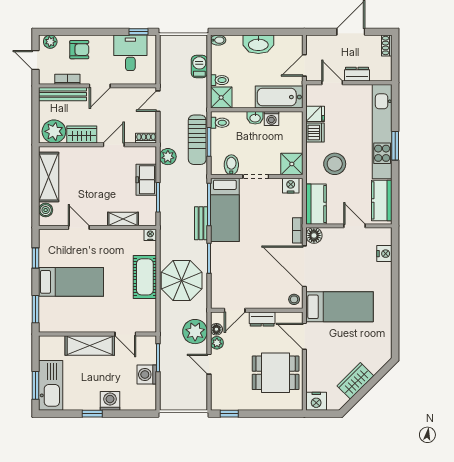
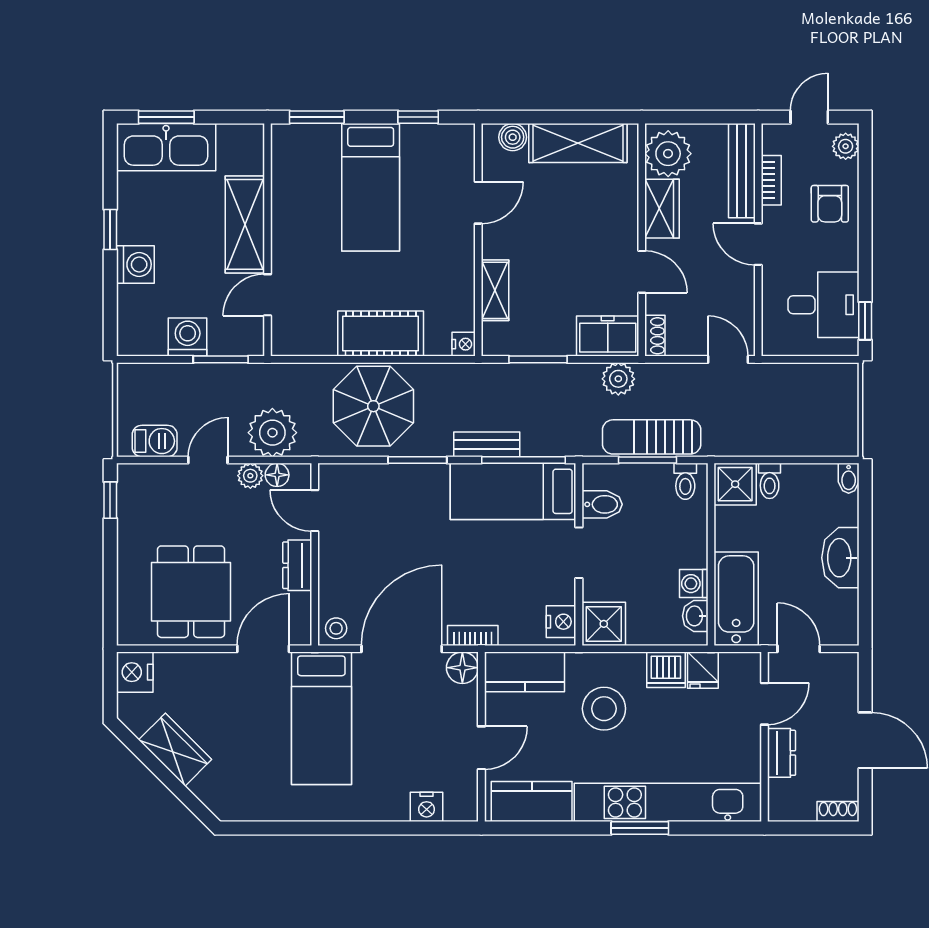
barbecue: (199, 67) -> (155, 441), moved
washbasin: (255, 118) -> (695, 616), moved
freezer: (146, 180) -> (608, 336), moved

